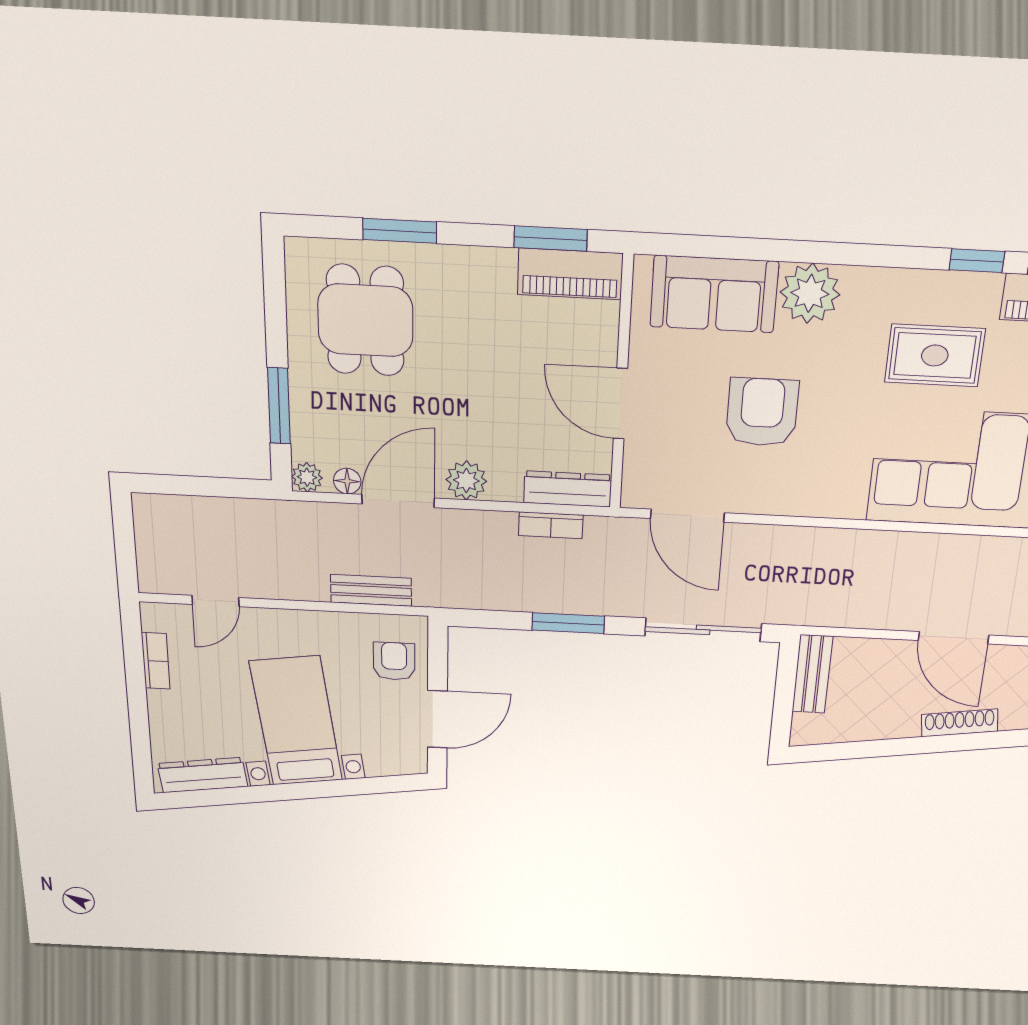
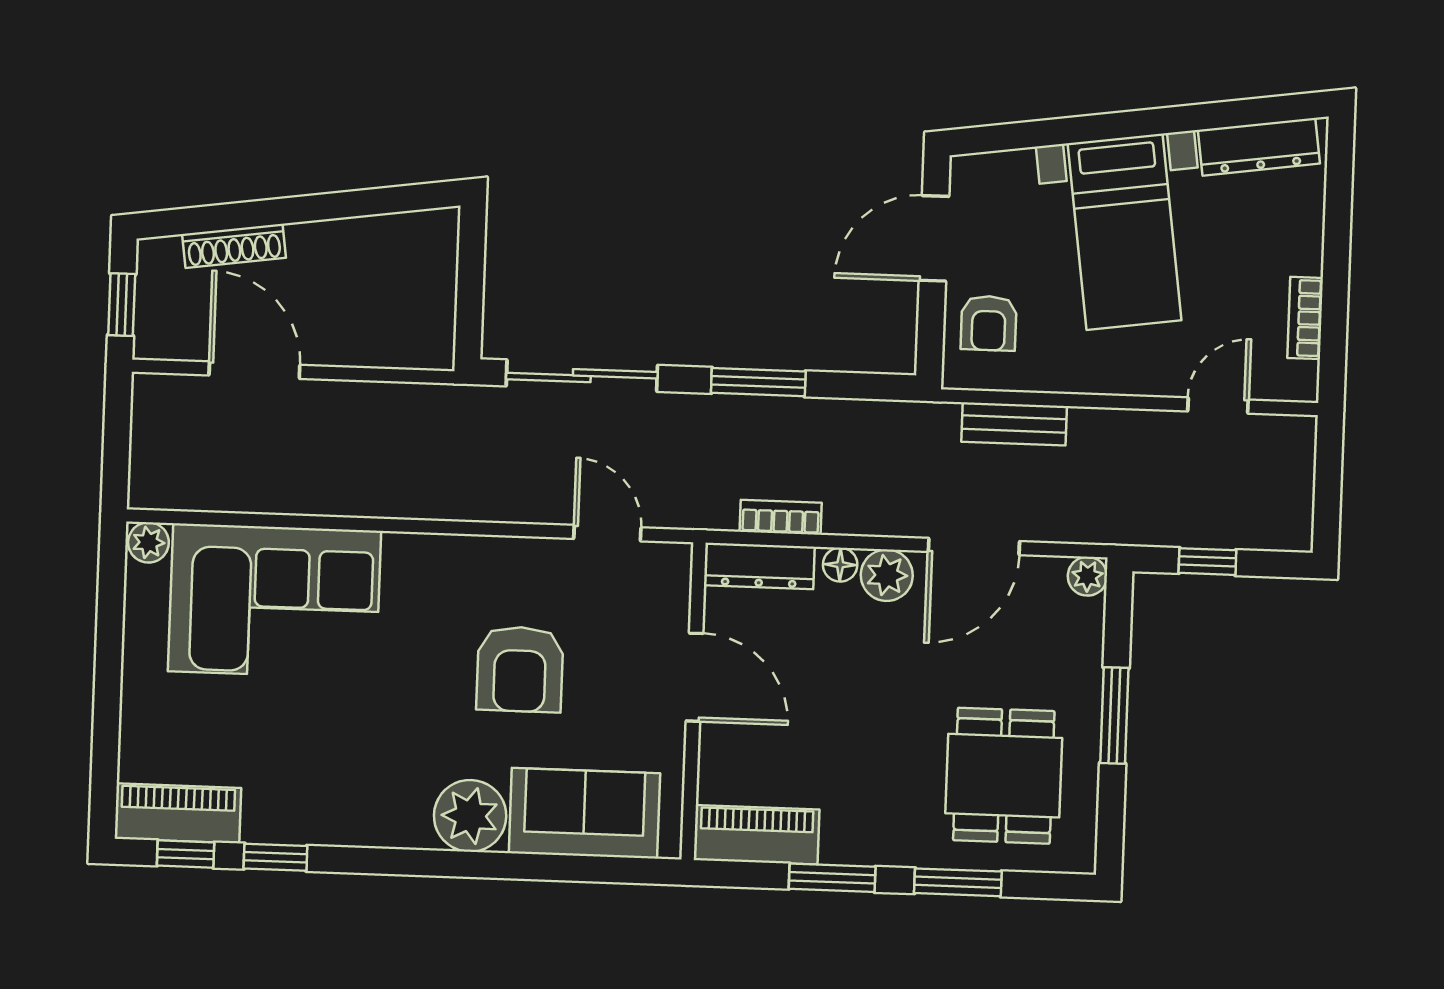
window: (551, 239) -> (832, 878), moved
rug: (935, 355) -> (314, 743), removed
window: (279, 406) -> (1114, 715), moved
floor lamp: (347, 481) -> (840, 565), moved
window: (213, 487) -> (1207, 562), added
door: (687, 516) -> (607, 533), width x0.73
bench: (812, 674) -> (435, 314), removed

